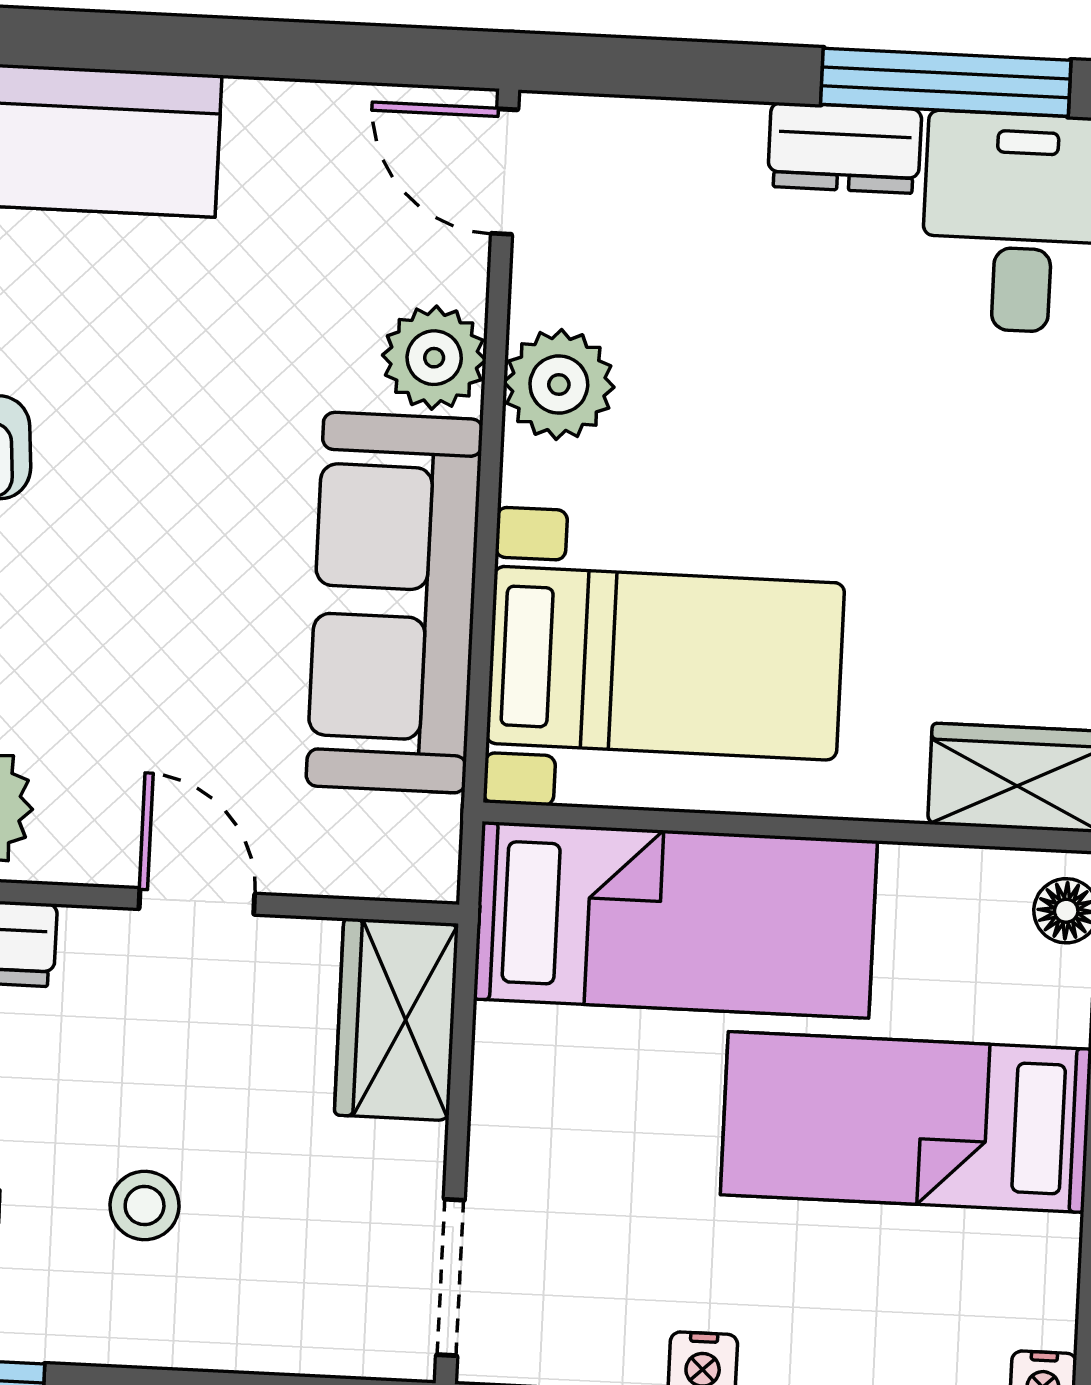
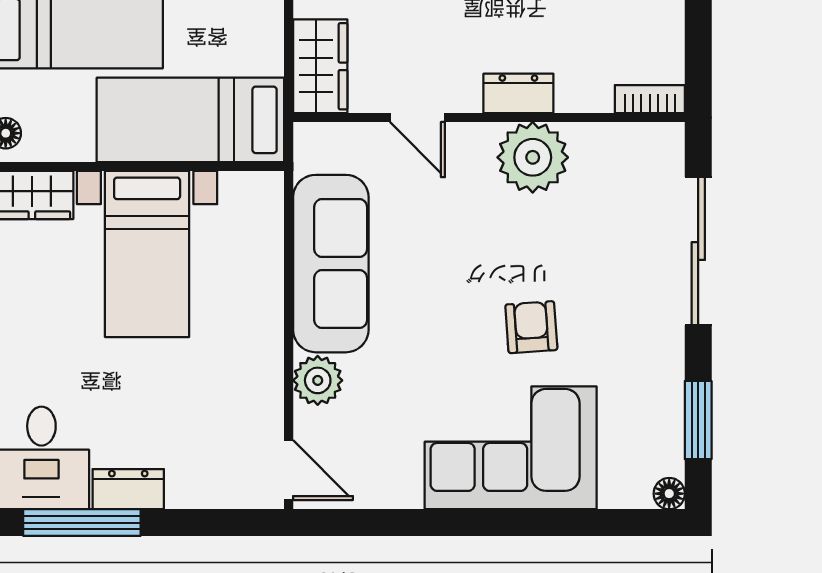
plant: (559, 385) -> (258, 371), removed
bed with nightstands: (665, 663) -> (147, 254), moved, turned -90

